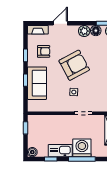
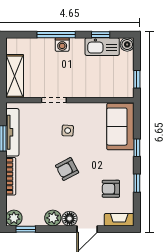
floor lamp: (96, 31) -> (70, 219), moved
armchair: (74, 65) -> (67, 169), width x0.53, depth x0.53
sofa: (37, 83) -> (120, 127), moved
washing machine: (82, 148) -> (62, 45), width x0.53, depth x0.53
kitchen sink: (60, 151) -> (102, 47), moved

